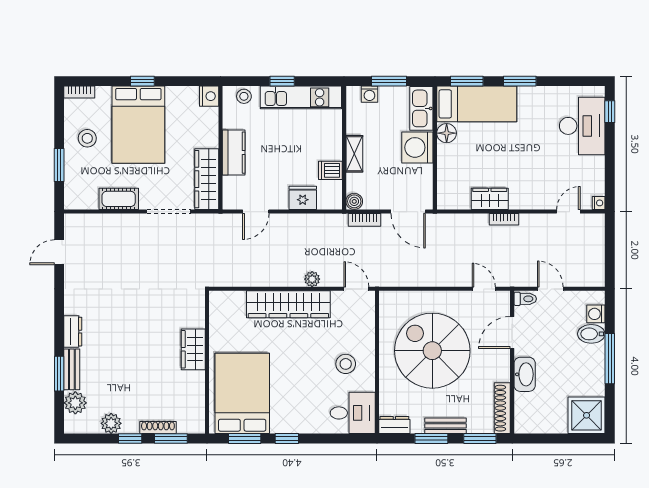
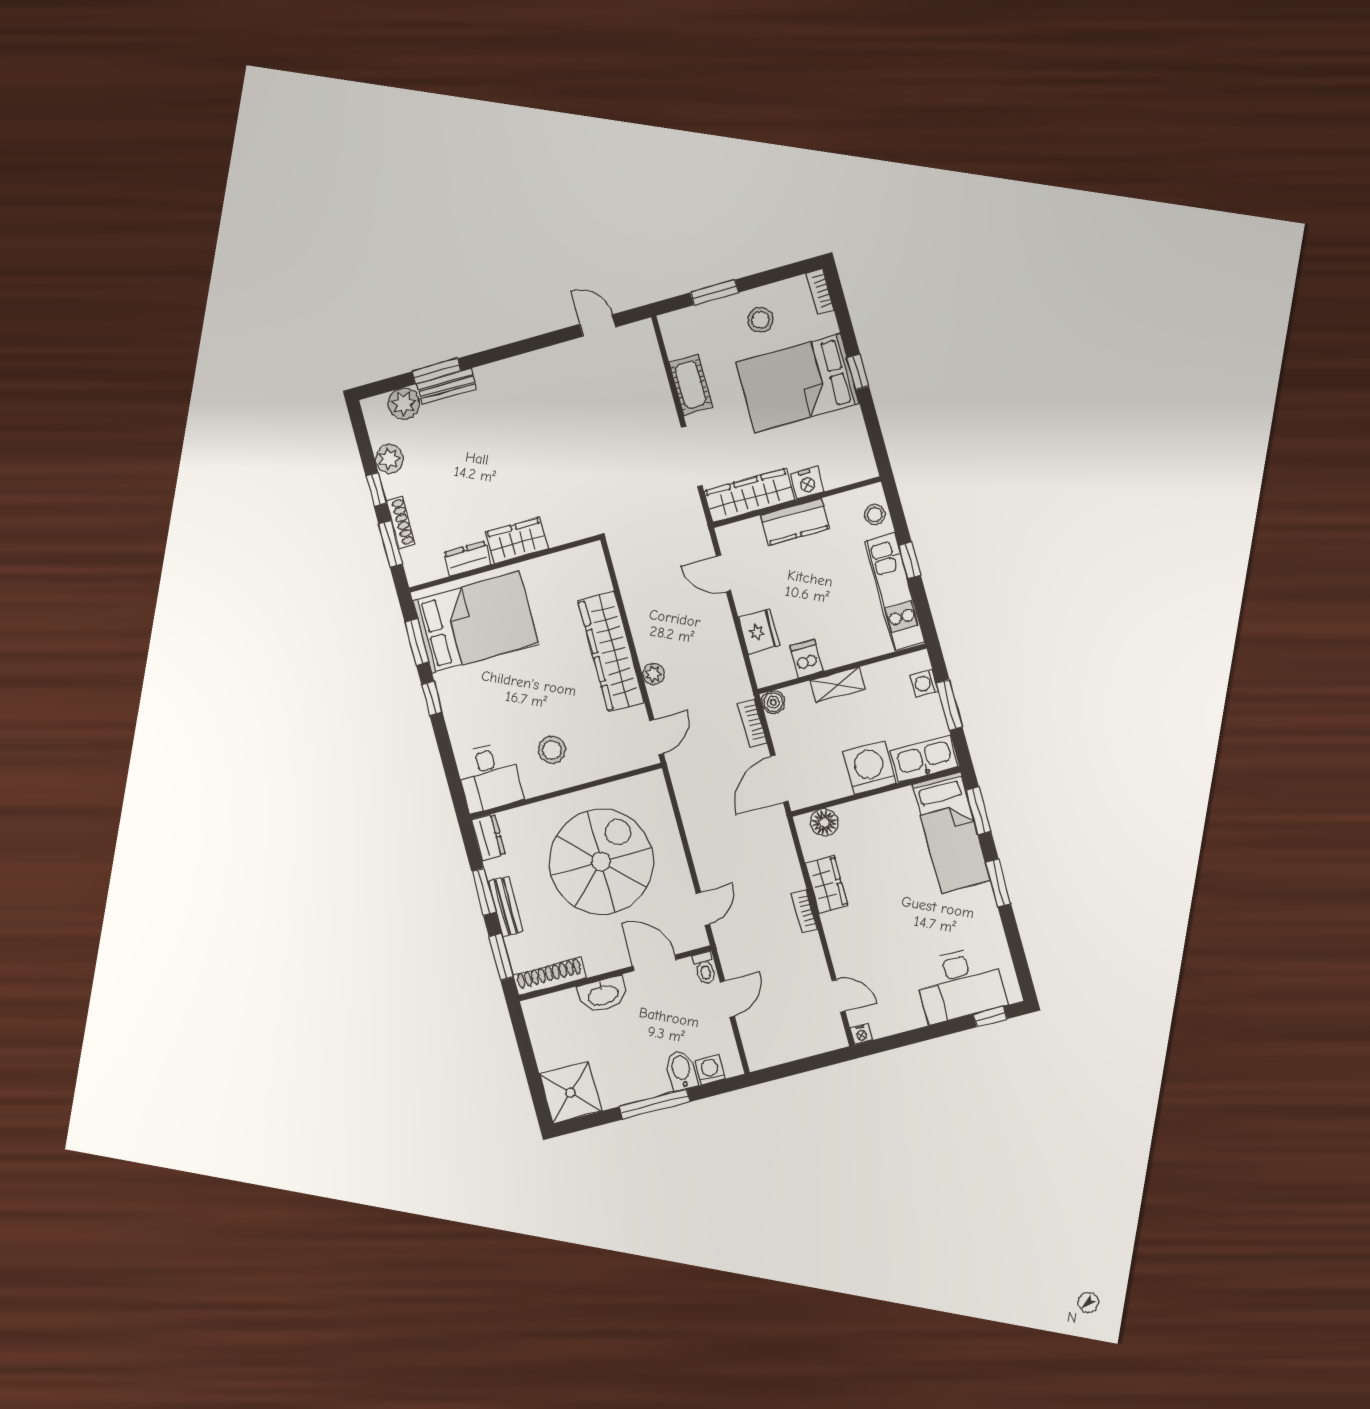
nightstand: (209, 96) -> (807, 483), moved
floor lamp: (447, 133) -> (824, 822), moved
dresser: (73, 332) -> (468, 558), moved, turned 180

